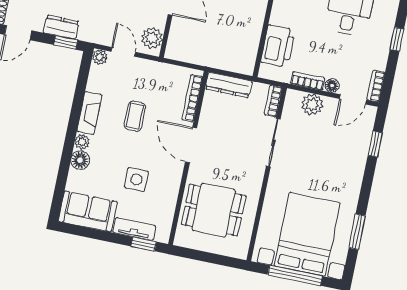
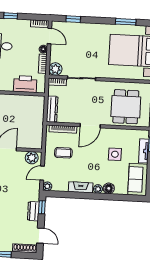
plant: (312, 104) -> (55, 69), moved
coffee table: (135, 116) -> (63, 153), moved

